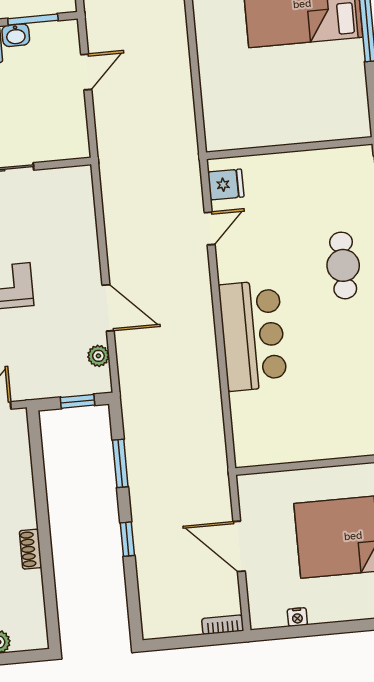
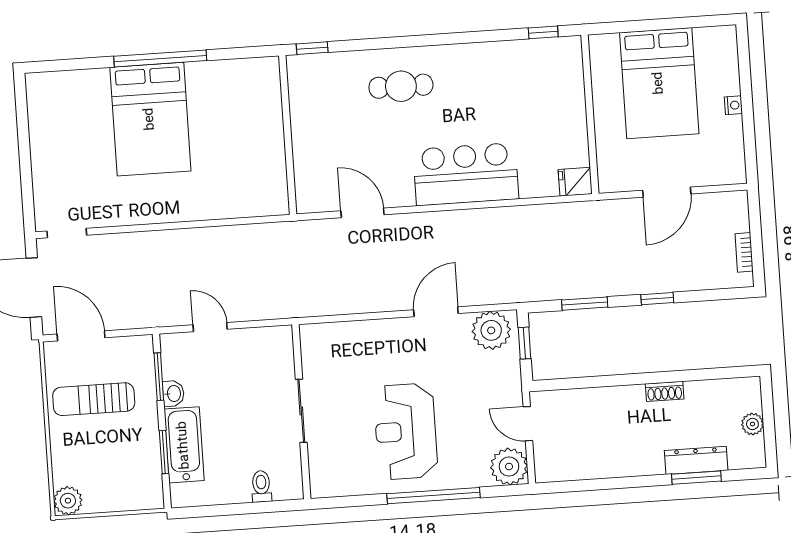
fridge: (226, 184) -> (575, 182), moved, turned -90
door: (210, 228) -> (363, 213), width x1.38
plant: (98, 356) -> (491, 330), width x1.87, depth x1.87
nightstand: (297, 617) -> (733, 105), moved
bookcase: (223, 625) -> (744, 252), moved

